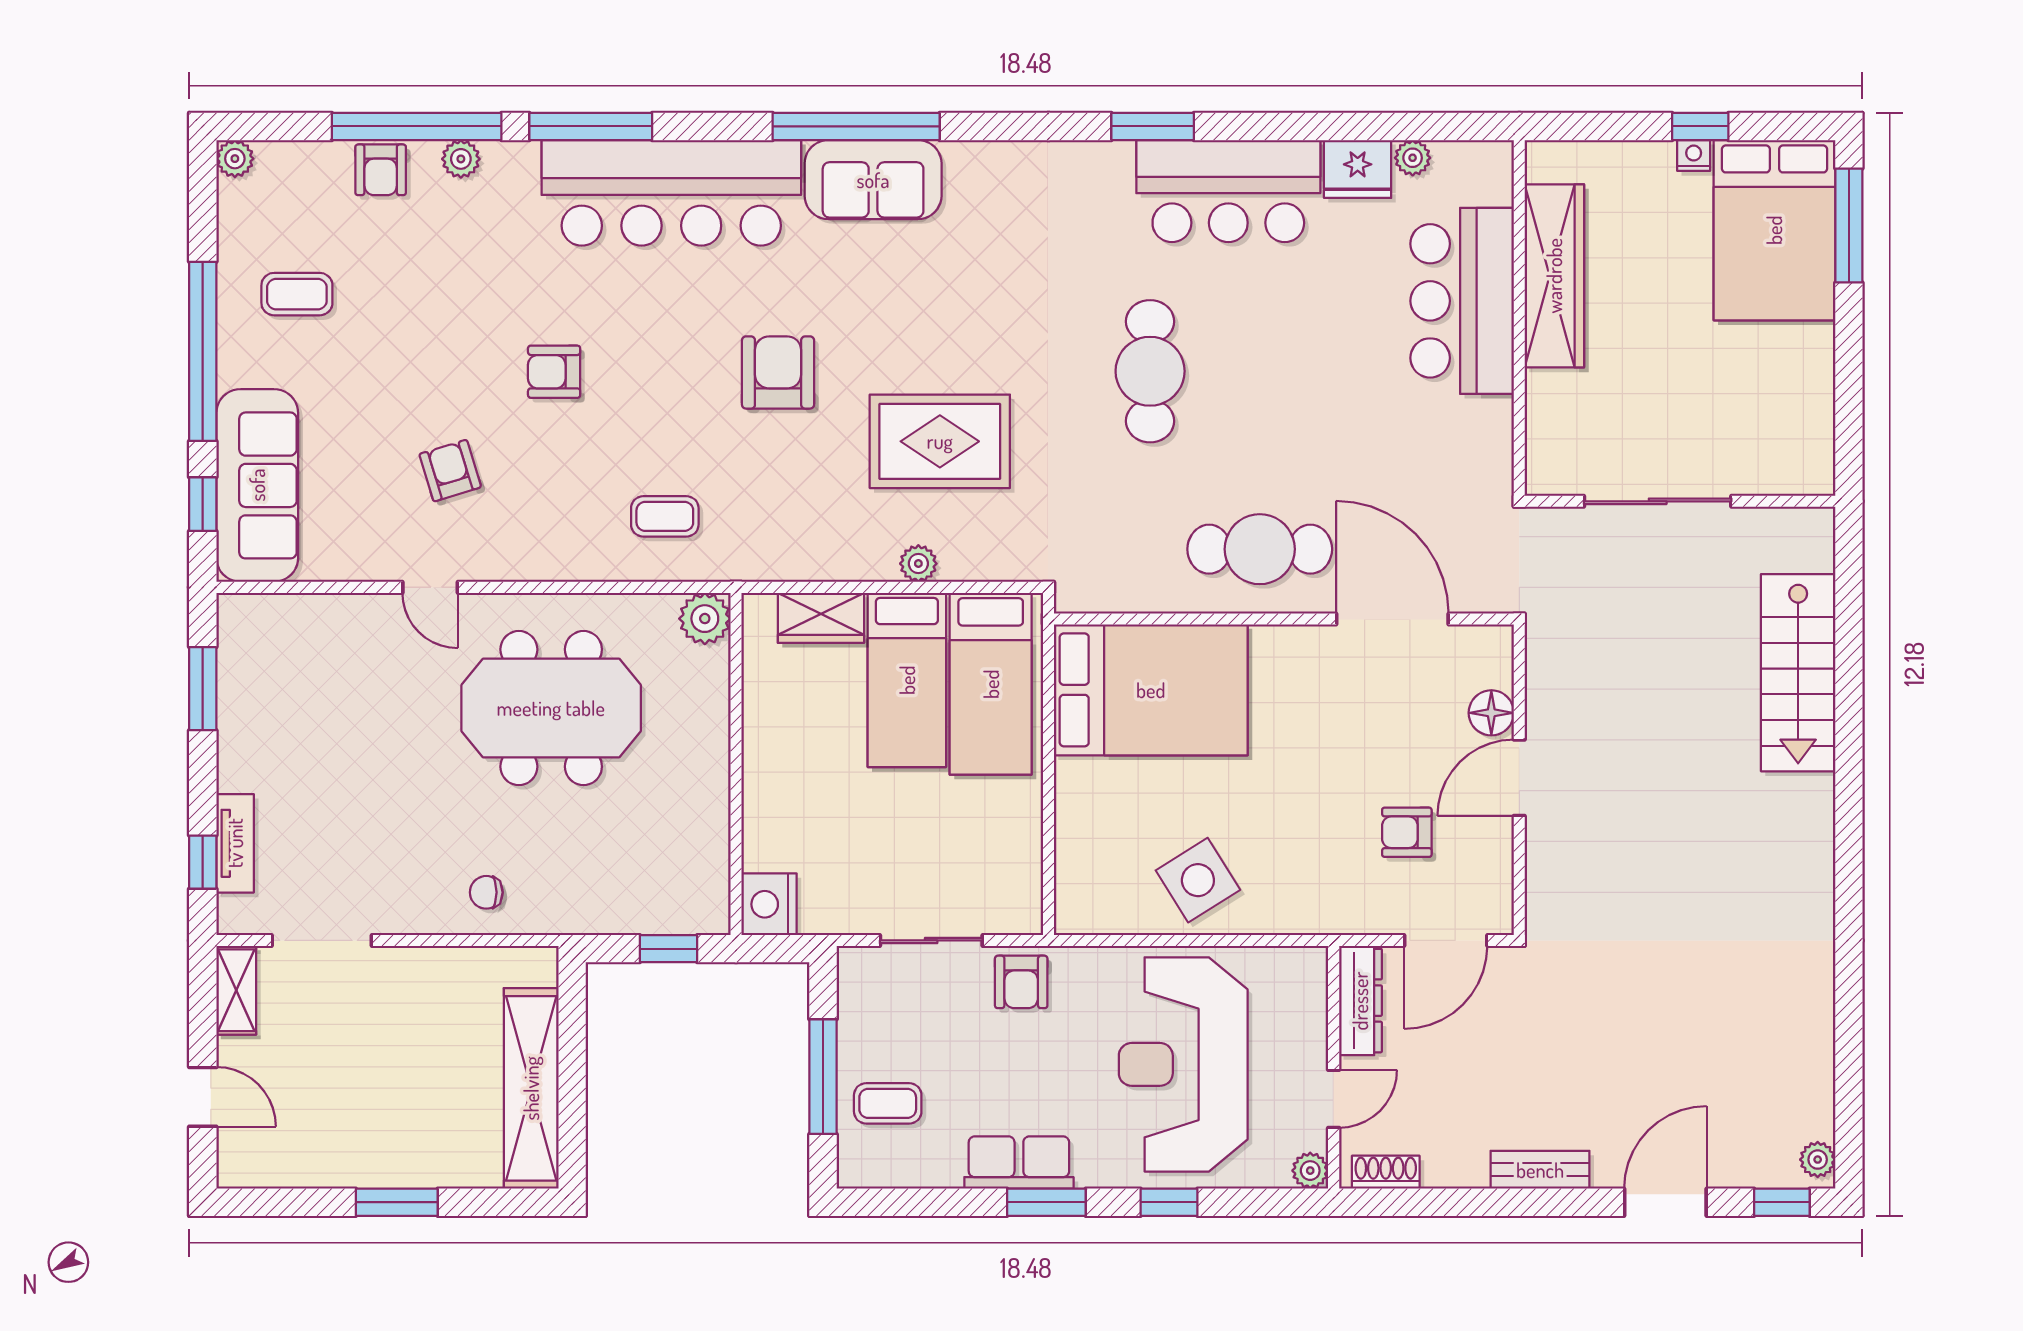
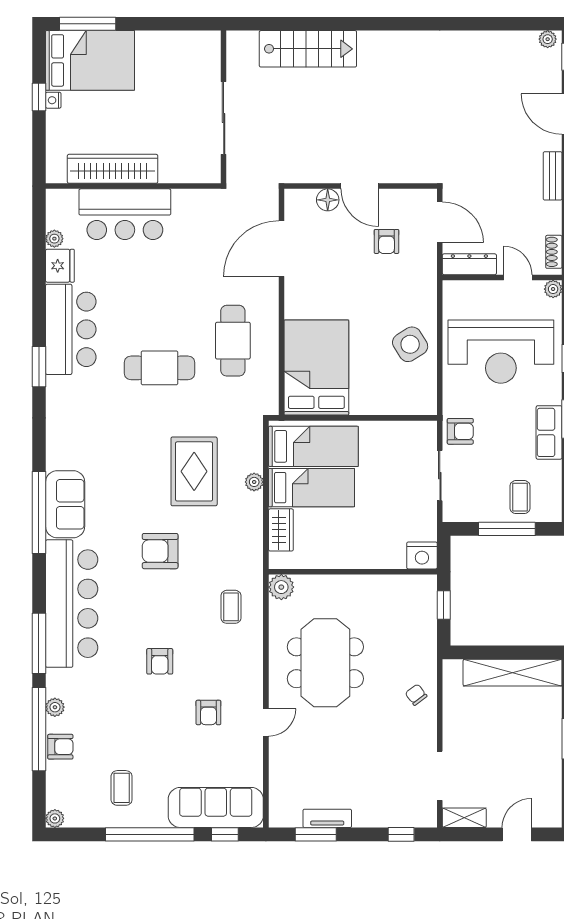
armchair: (450, 471) -> (208, 712), turned -73
cafe table: (1260, 549) -> (233, 341), moved
tv unit: (235, 843) -> (327, 818), moved
chair: (486, 892) -> (416, 695), turned 143

